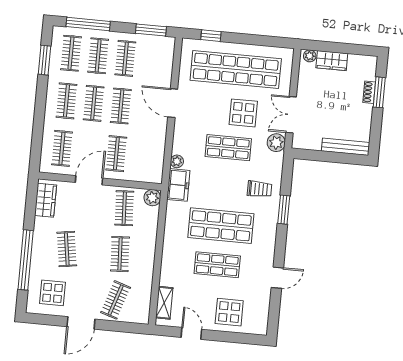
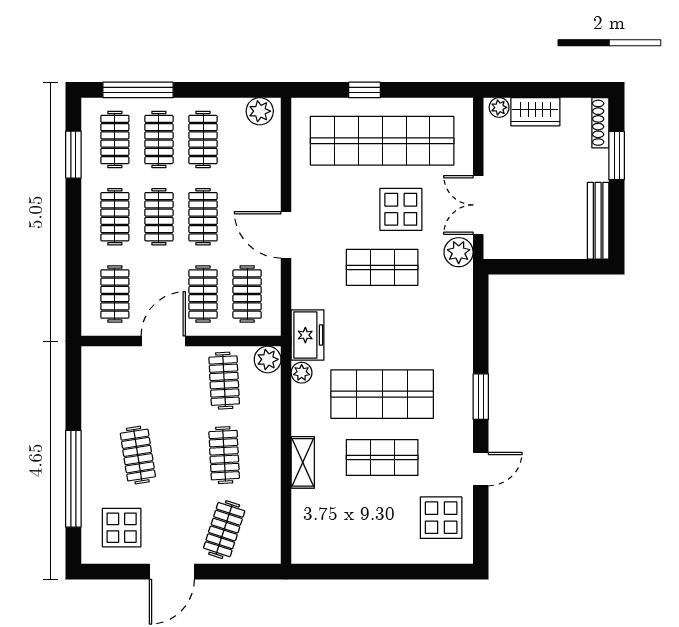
window: (151, 30) -> (240, 90), removed
window: (211, 36) -> (365, 90), moved
plant: (162, 44) -> (260, 111), added
shoe rack: (369, 92) -> (600, 123), moved, width x1.43
door: (173, 103) -> (286, 235), moved
bench: (346, 147) -> (598, 221), moved, turned 90
clothes rail: (143, 156) -> (247, 294), added
plant: (177, 161) -> (302, 373), moved
trolley: (259, 189) -> (439, 329), removed
wardrobe: (46, 200) -> (96, 380), removed
window: (284, 210) -> (481, 397), moved
shelving: (164, 303) -> (303, 462), moved
display table: (229, 312) -> (441, 518), moved
door: (191, 333) -> (351, 572), removed

